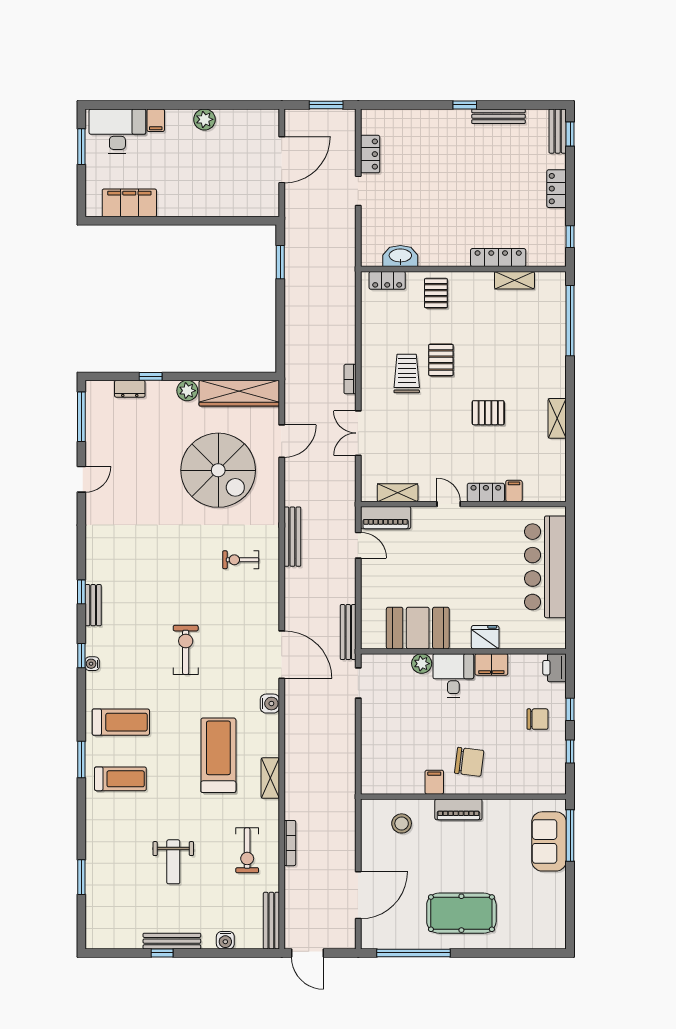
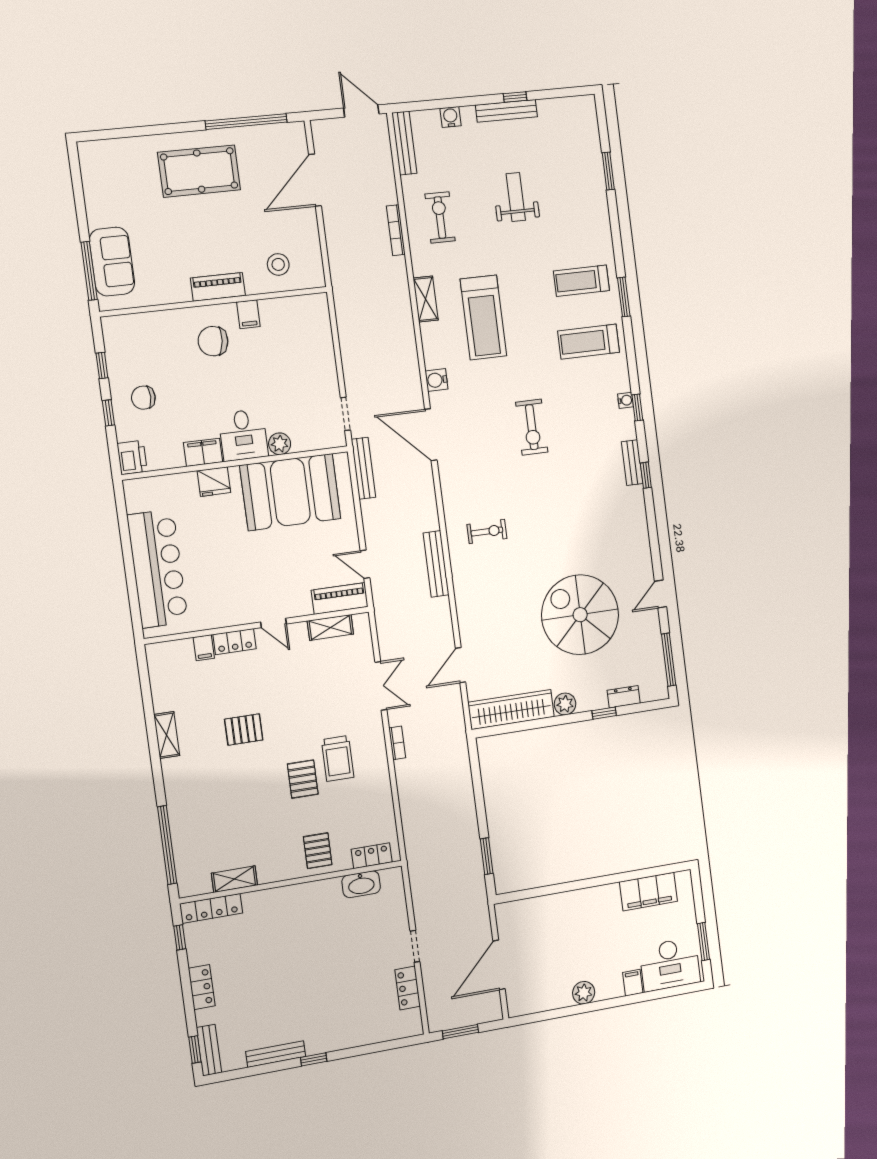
locker: (498, 258) -> (211, 908), moved
spiral stairs: (218, 470) -> (580, 615), moved
booth: (418, 628) -> (290, 492), width x1.36, depth x1.42

